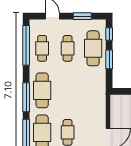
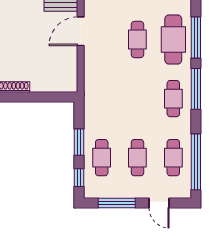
window: (82, 16) -> (117, 203), width x1.44
cafe table: (93, 48) -> (102, 158), width x0.73, depth x0.74
cafe table: (42, 90) -> (173, 99), width x0.73, depth x0.74

